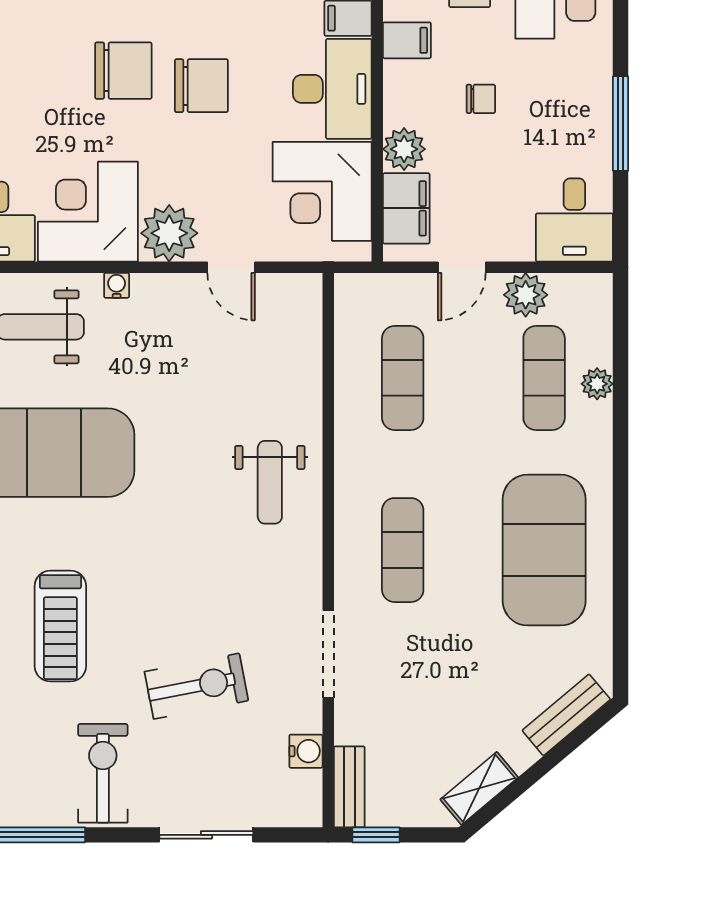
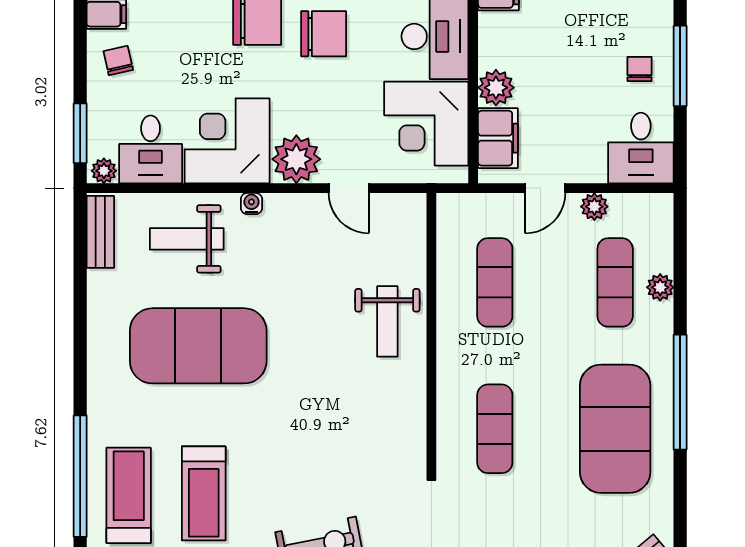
chair: (481, 99) -> (640, 69), moved, turned -90
plant: (526, 295) -> (594, 207), width x0.73, depth x0.73
weight bench: (270, 482) -> (387, 321), moved
window: (620, 507) -> (680, 392), added

